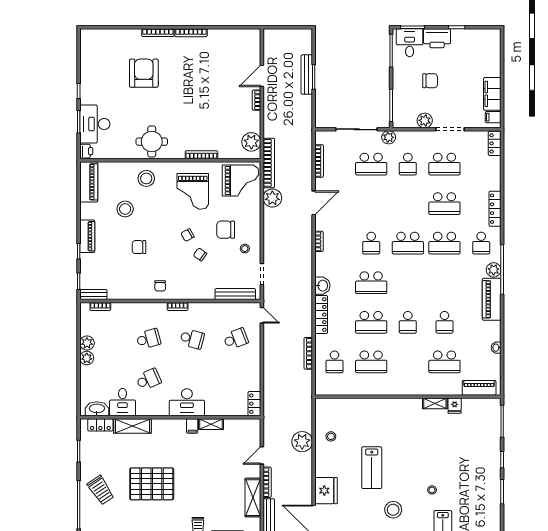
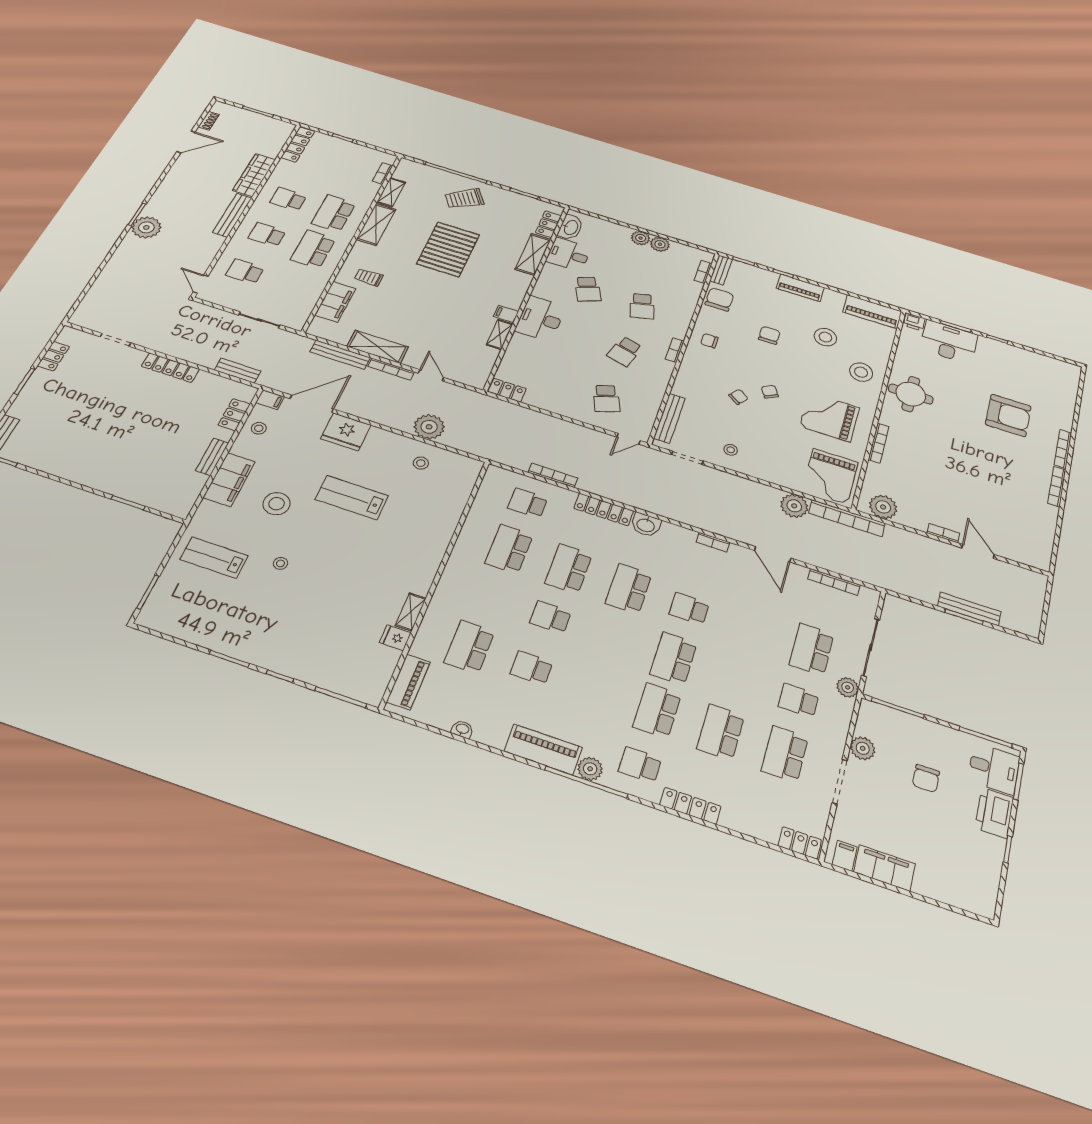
chair: (226, 230) -> (719, 299), moved

